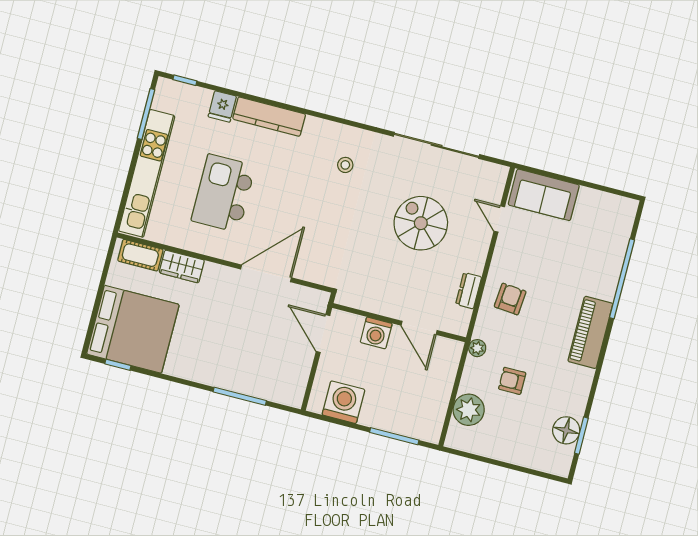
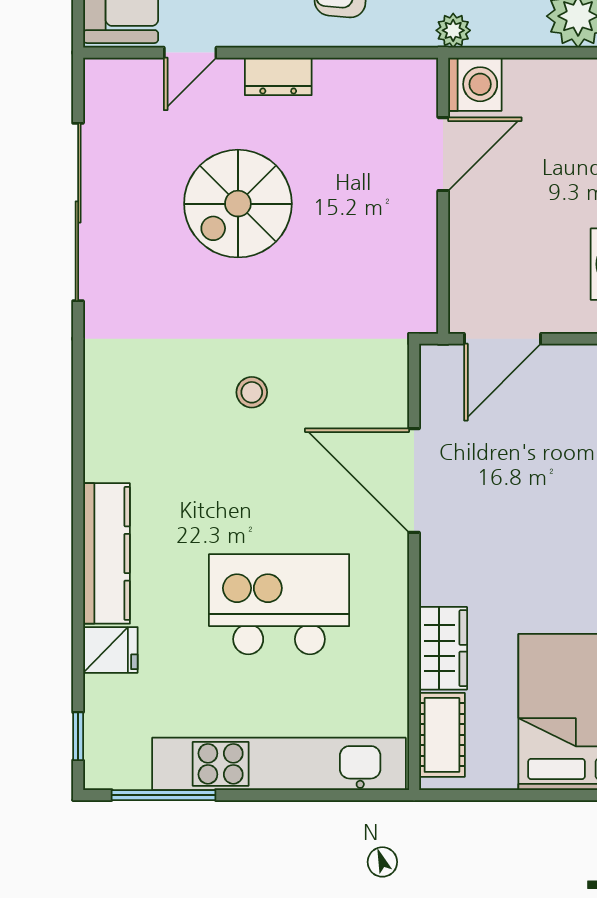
stool: (345, 165) -> (252, 392), moved
kitchen island: (223, 193) -> (279, 604), turned 180
dresser: (469, 291) -> (278, 76), moved
washing machine: (376, 333) -> (475, 84), moved

